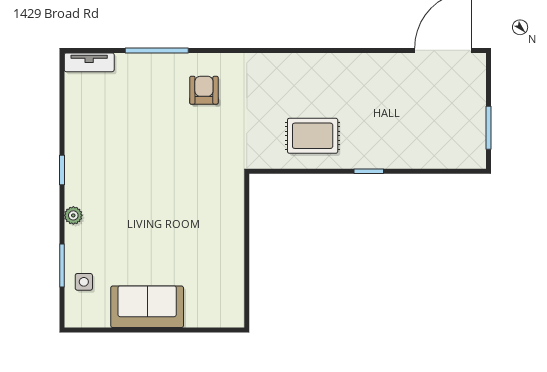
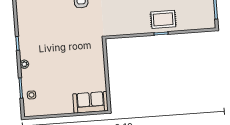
rug: (313, 136) -> (163, 19), moved
sofa: (147, 307) -> (90, 102), moved

